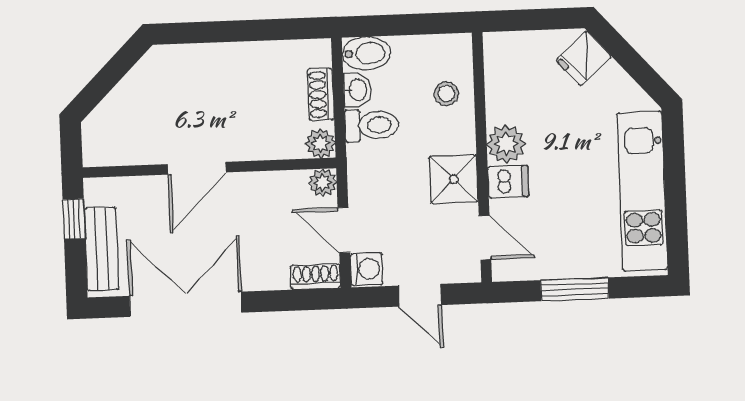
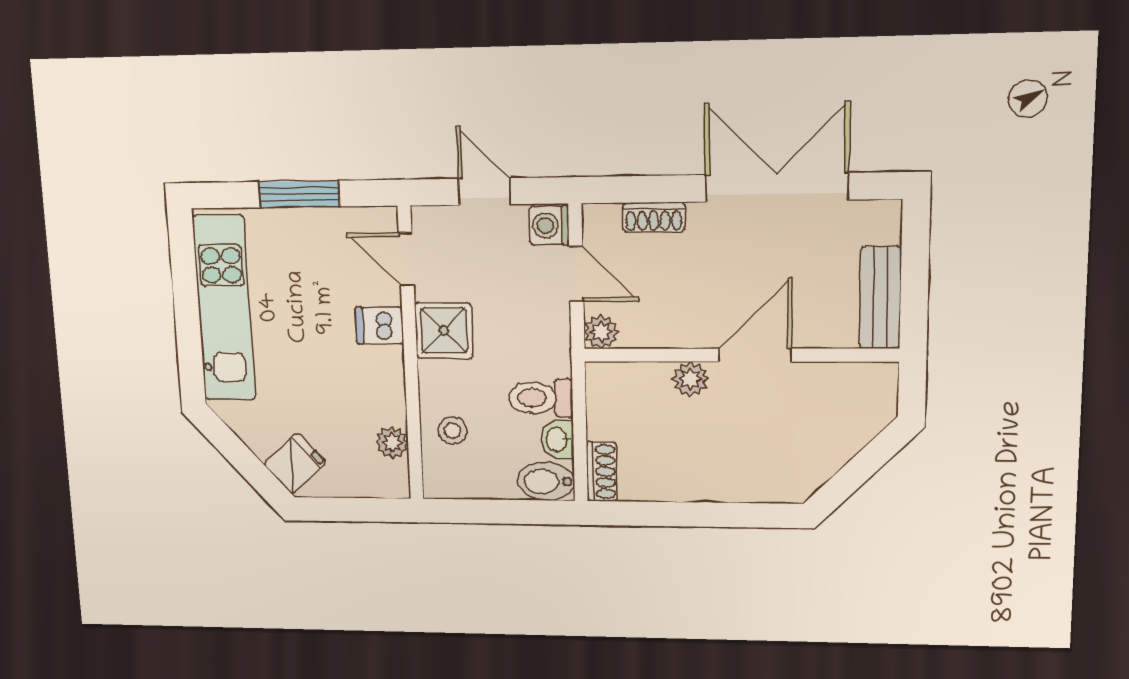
shoe rack: (321, 94) -> (602, 471), moved
plant: (321, 144) -> (690, 379), moved
plant: (506, 144) -> (392, 443), moved, width x0.73, depth x0.73
window: (74, 219) -> (914, 298), removed
bench: (101, 249) -> (880, 298), moved
shoe rack: (316, 277) -> (654, 217), moved
double door: (186, 304) -> (776, 187), swing flipped

